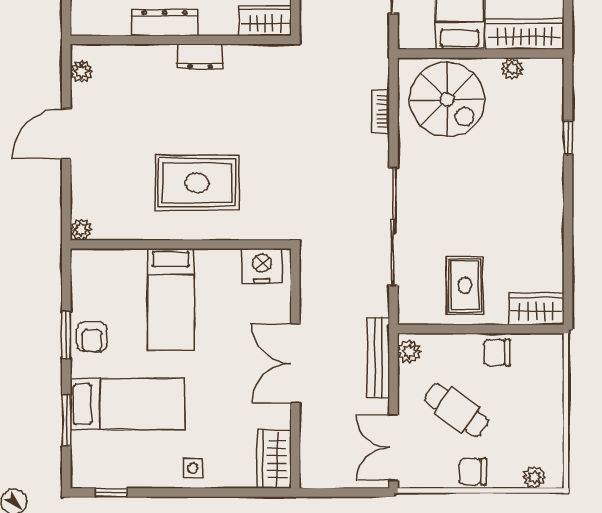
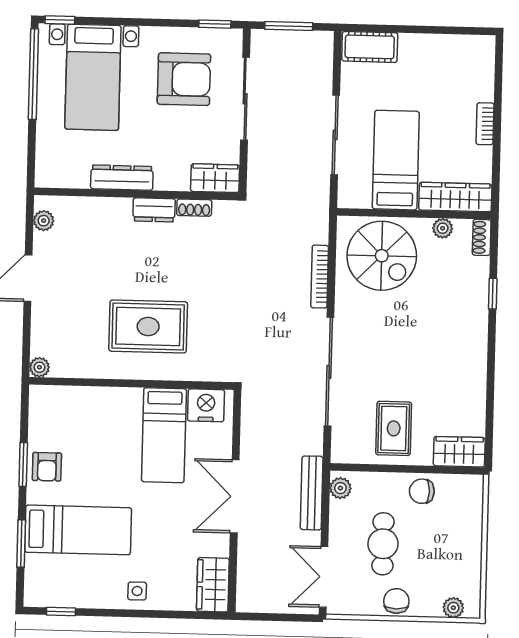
shoe rack: (243, 53) -> (194, 208), added
shoe rack: (554, 77) -> (482, 237), added
bookcase: (381, 112) -> (320, 277), width x1.56
bed: (171, 299) -> (164, 435), moved
cafe table: (457, 410) -> (383, 544), turned 55
chair: (473, 472) -> (396, 601), turned 90

